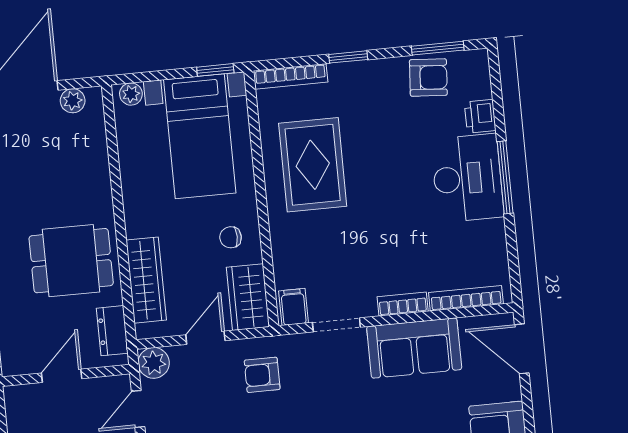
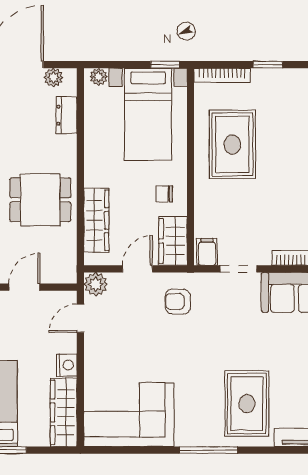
dresser: (112, 331) -> (67, 115), moved

